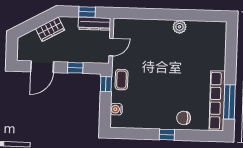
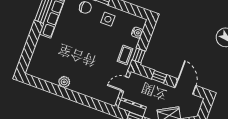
door: (42, 67) -> (185, 87), hinge flipped
side table: (154, 113) -> (108, 19), added

